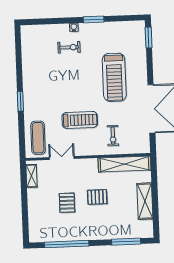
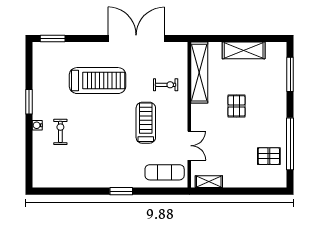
double door: (62, 158) -> (189, 146), swing flipped
pallet: (67, 203) -> (269, 156), moved

